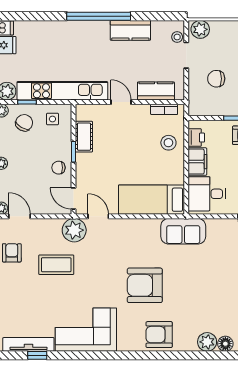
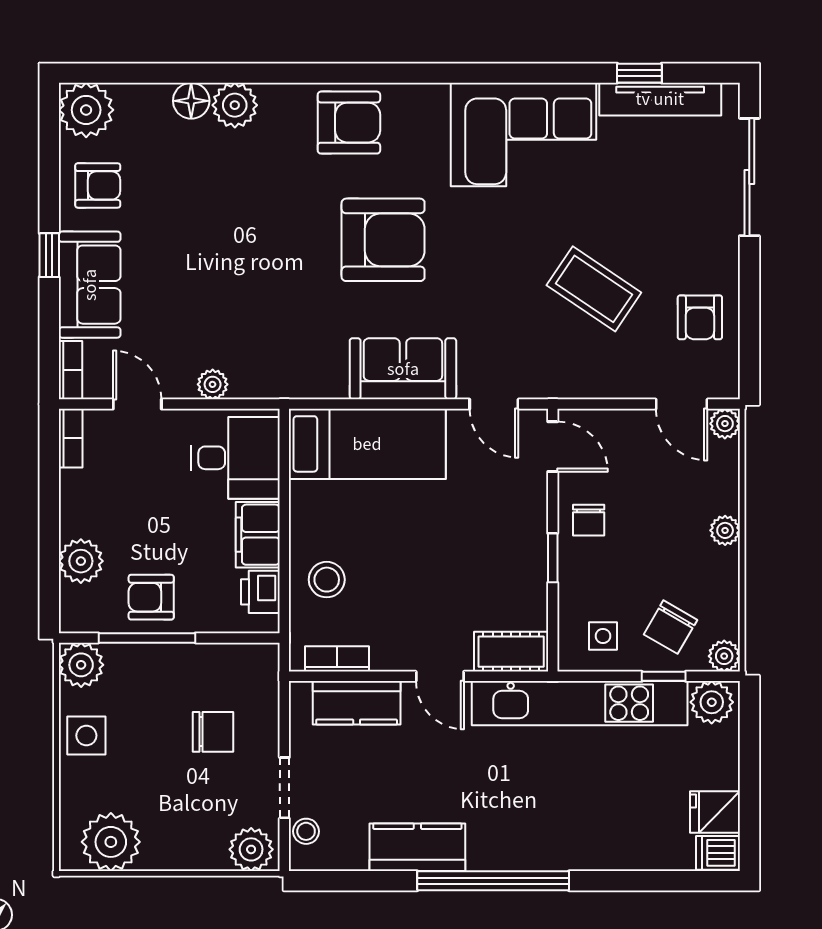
cot: (84, 137) -> (511, 652), moved, turned 90
chair: (58, 168) -> (589, 520), turned 90
plant: (74, 230) -> (213, 384), moved, width x0.53, depth x0.53
sofa: (183, 231) -> (403, 369), moved
coffee table: (56, 265) -> (594, 289), turned 34

